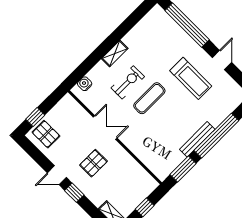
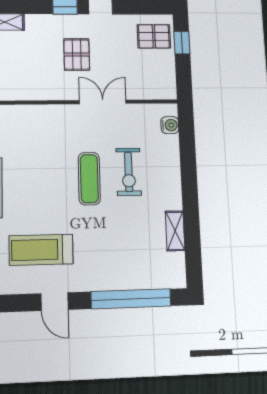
shelving: (115, 54) -> (175, 231), moved
treadmill: (191, 78) -> (41, 250), moved
double door: (105, 127) -> (103, 102), swing flipped

